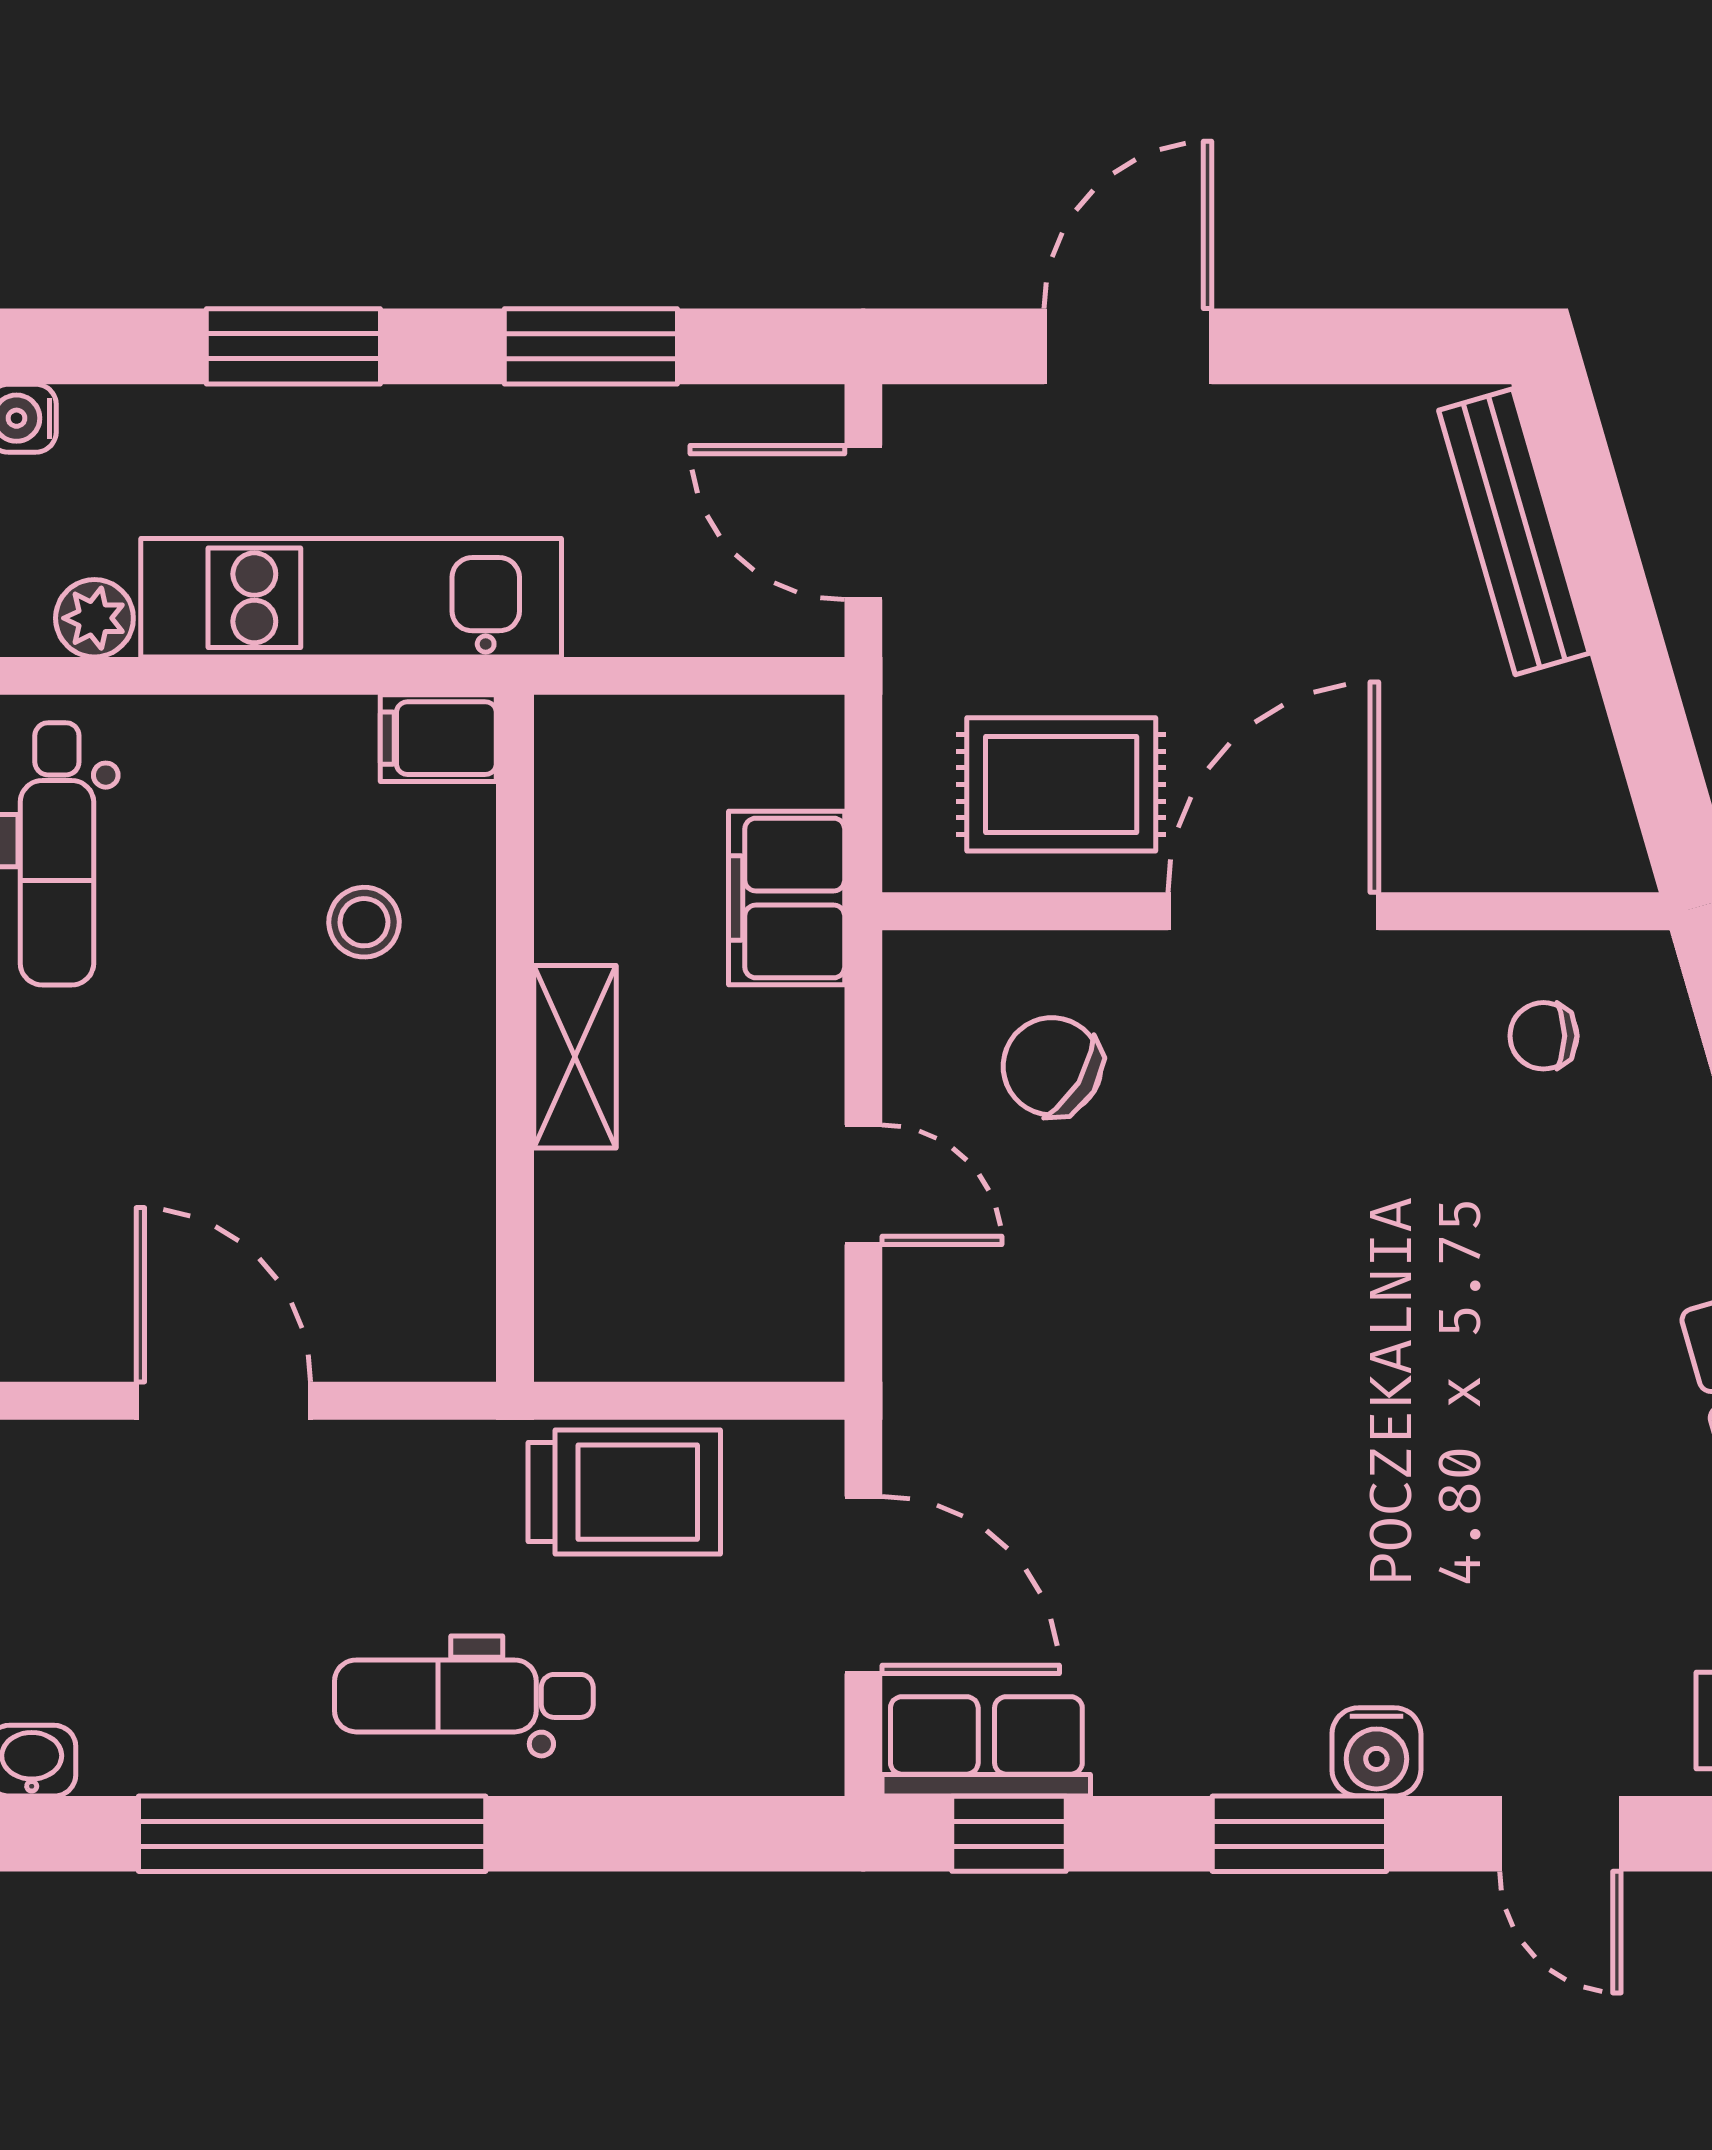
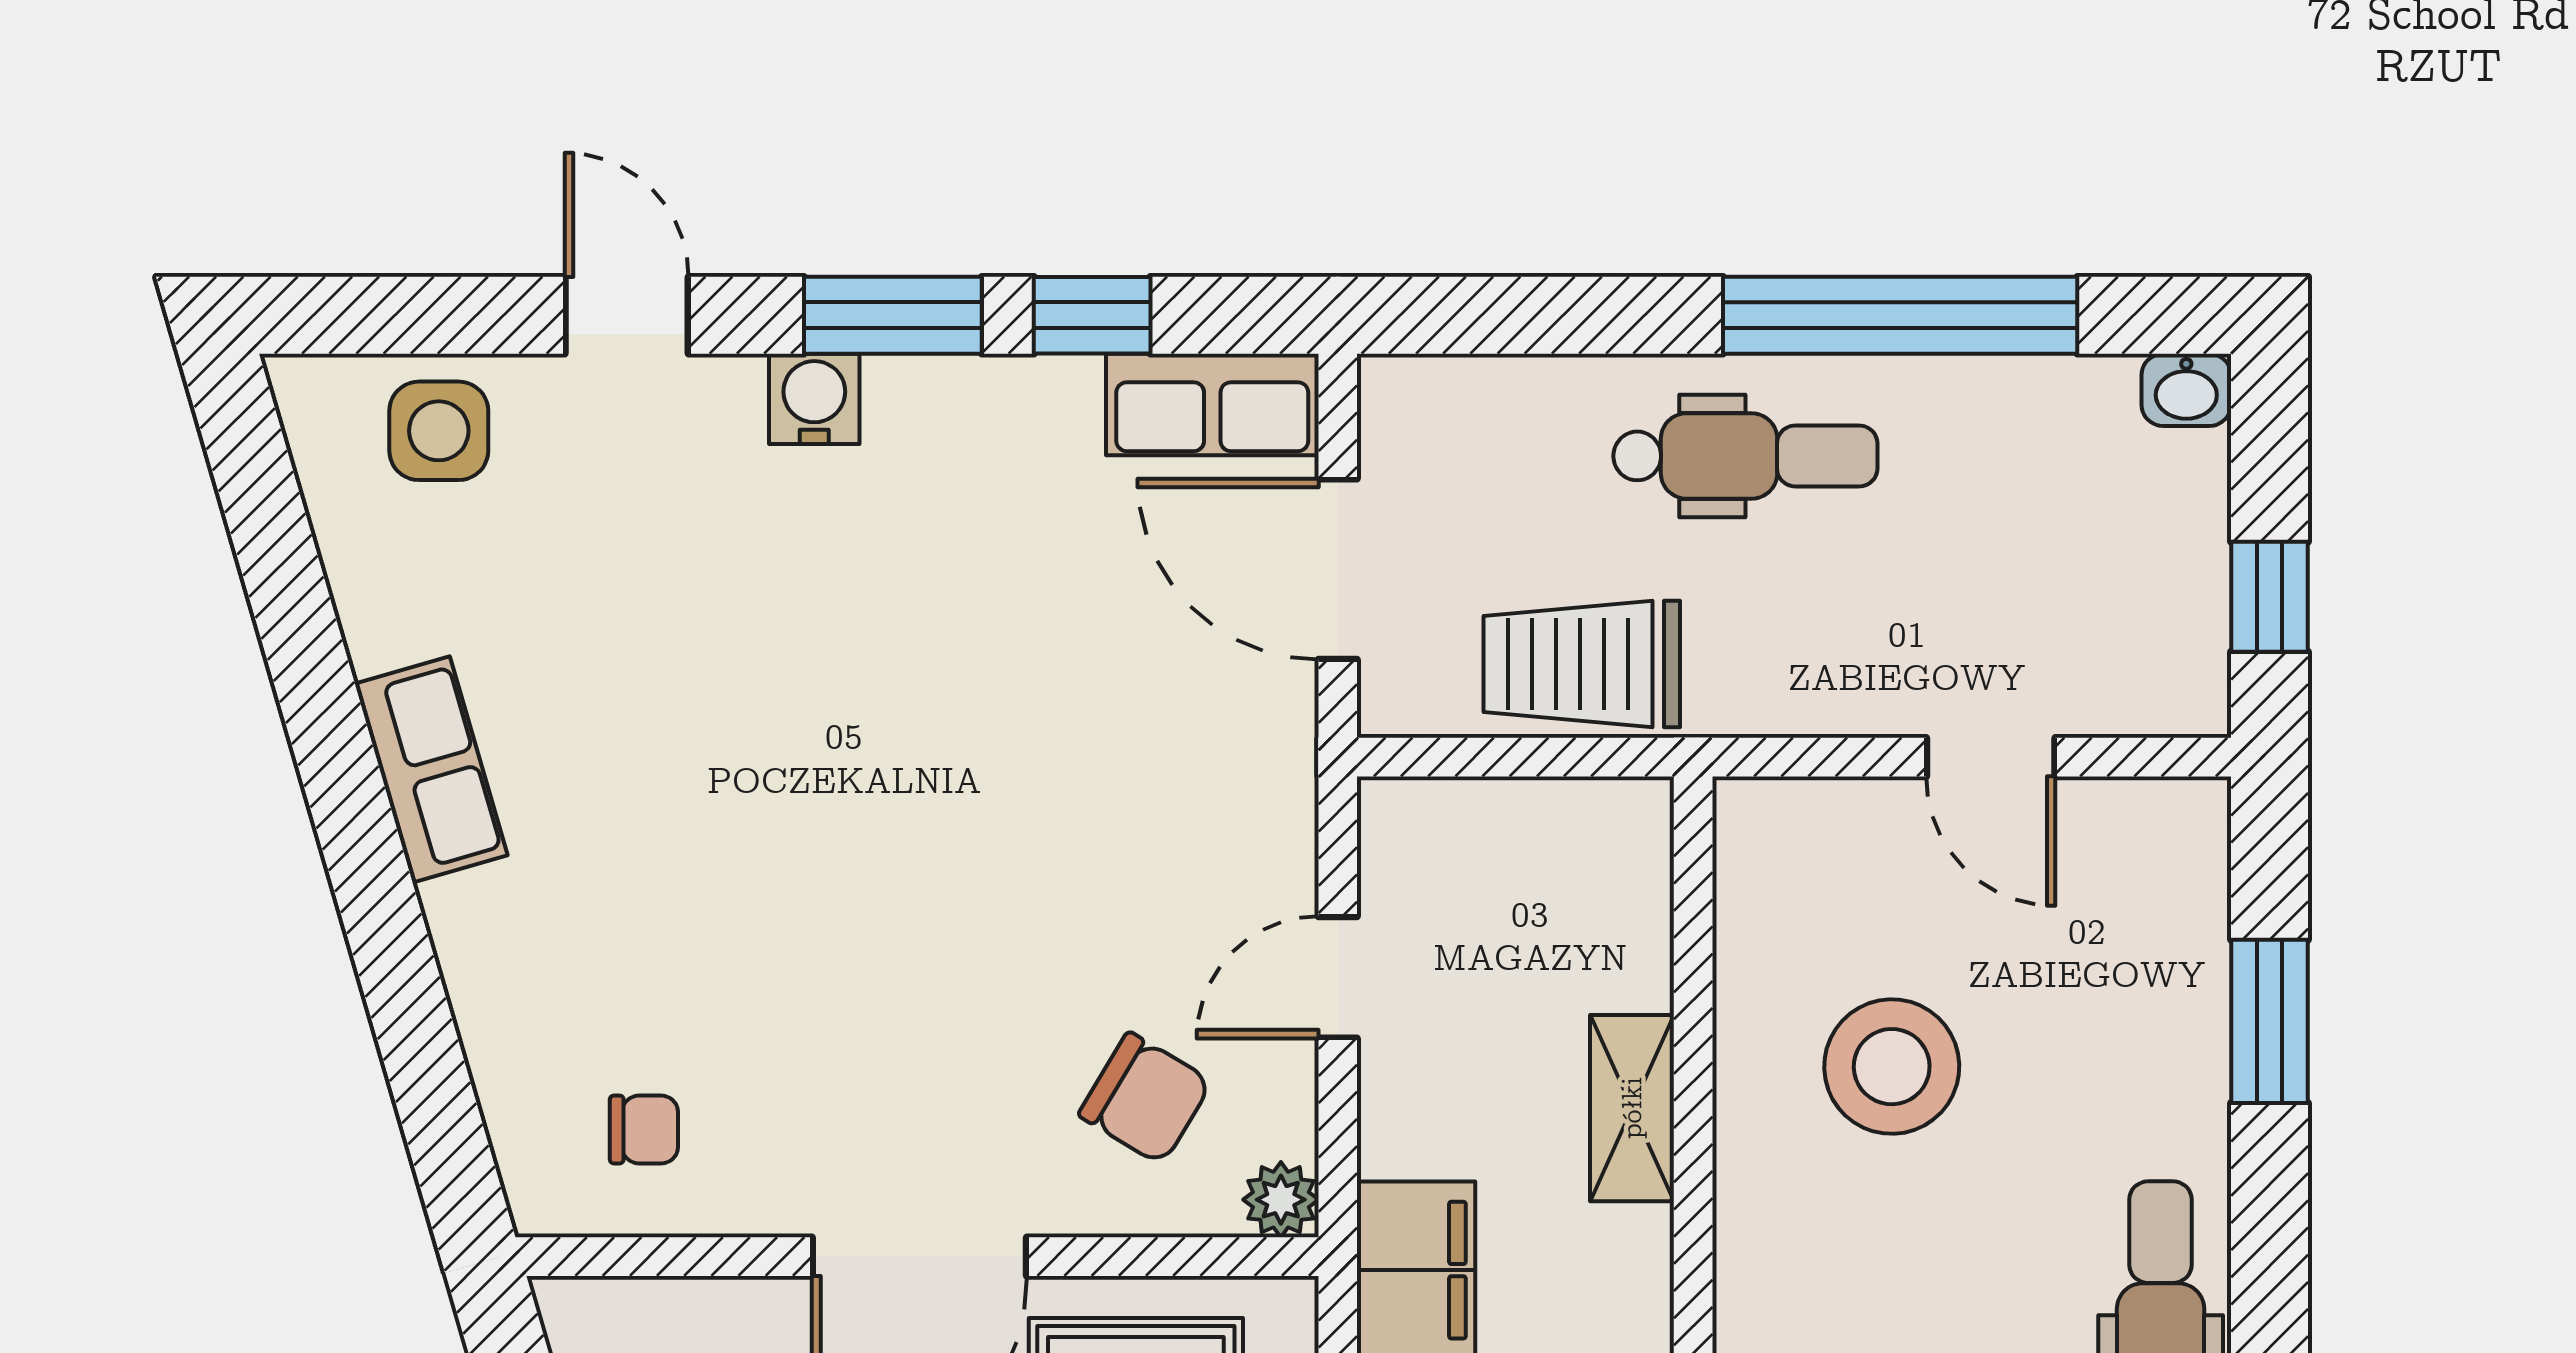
stool: (364, 922) -> (1892, 1067), moved, width x1.89, depth x1.89
plant: (919, 967) -> (1281, 1200), added
door: (863, 1185) -> (1338, 977), hinge flipped
door: (223, 1401) -> (1991, 757), width x0.73
window: (1009, 1834) -> (1092, 315), moved

